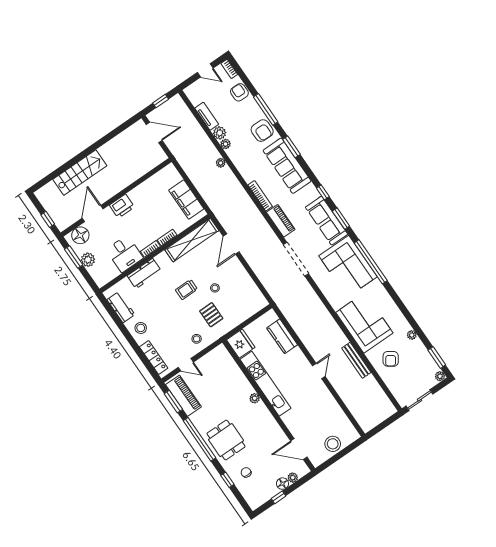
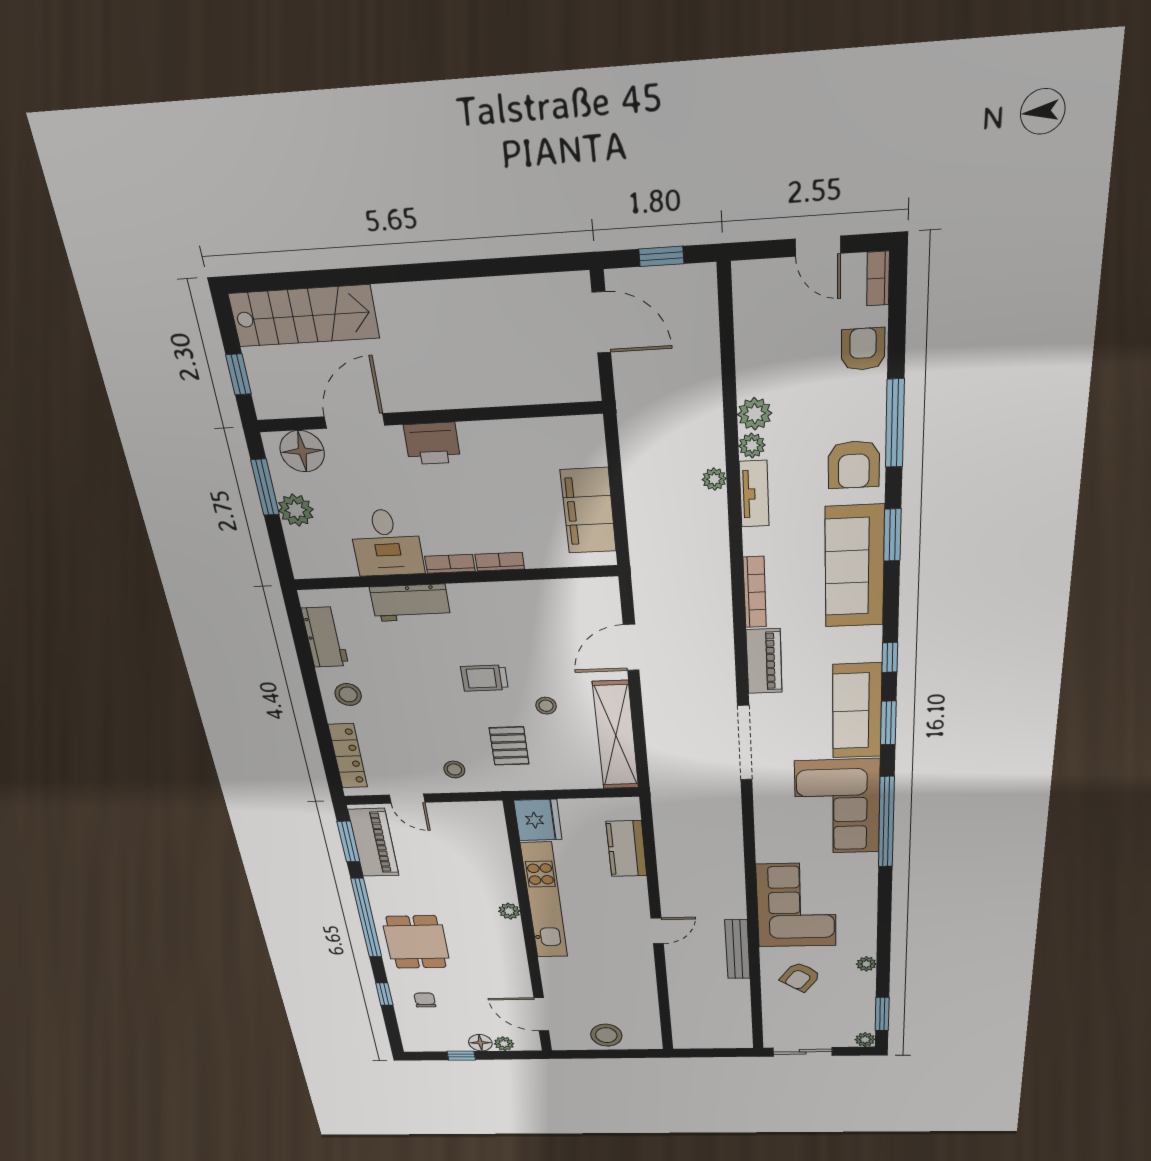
tv unit: (207, 116) -> (754, 494), moved
stairs: (80, 173) -> (304, 316), moved
shelving: (192, 240) -> (616, 736), moved, turned 90

